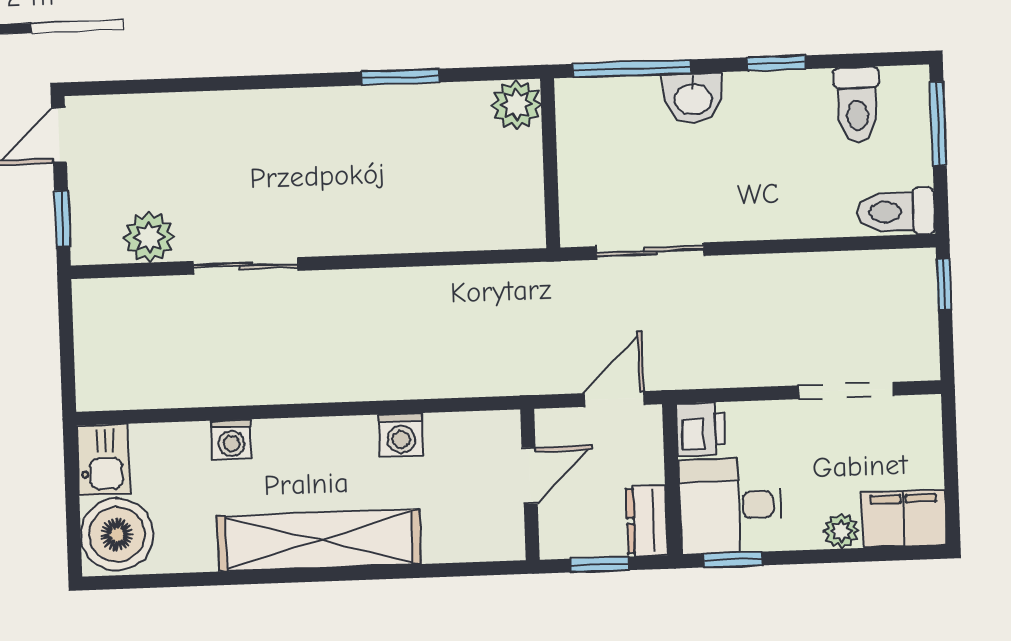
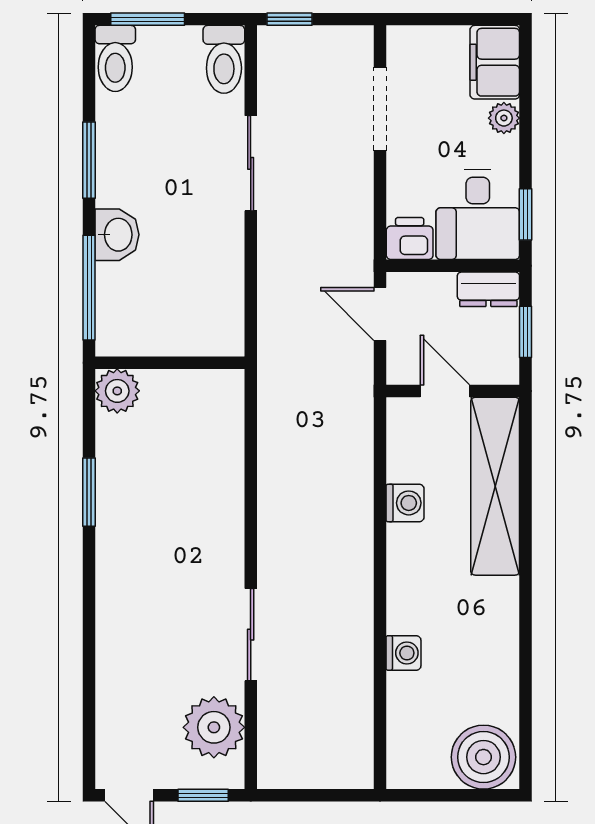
window: (776, 63) -> (89, 160), width x1.50
toilet: (857, 105) -> (115, 58), moved, turned 90
plant: (149, 237) -> (214, 727), width x1.36, depth x1.36
sliding door: (650, 251) -> (251, 163), moved
kitchen sink: (103, 460) -> (417, 767), removed
shelving: (319, 540) -> (495, 486), moved

